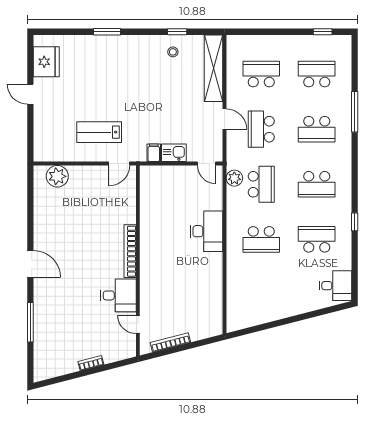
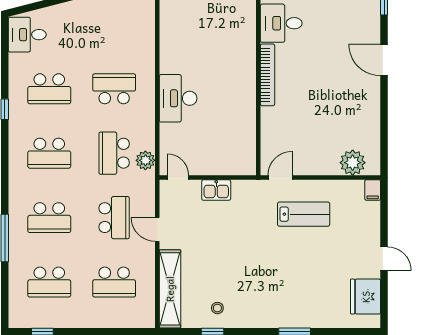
school desk: (317, 129) -> (49, 218), turned 180
filing cabinet: (154, 153) -> (373, 190), moved
school desk: (317, 184) -> (49, 153), turned 180

